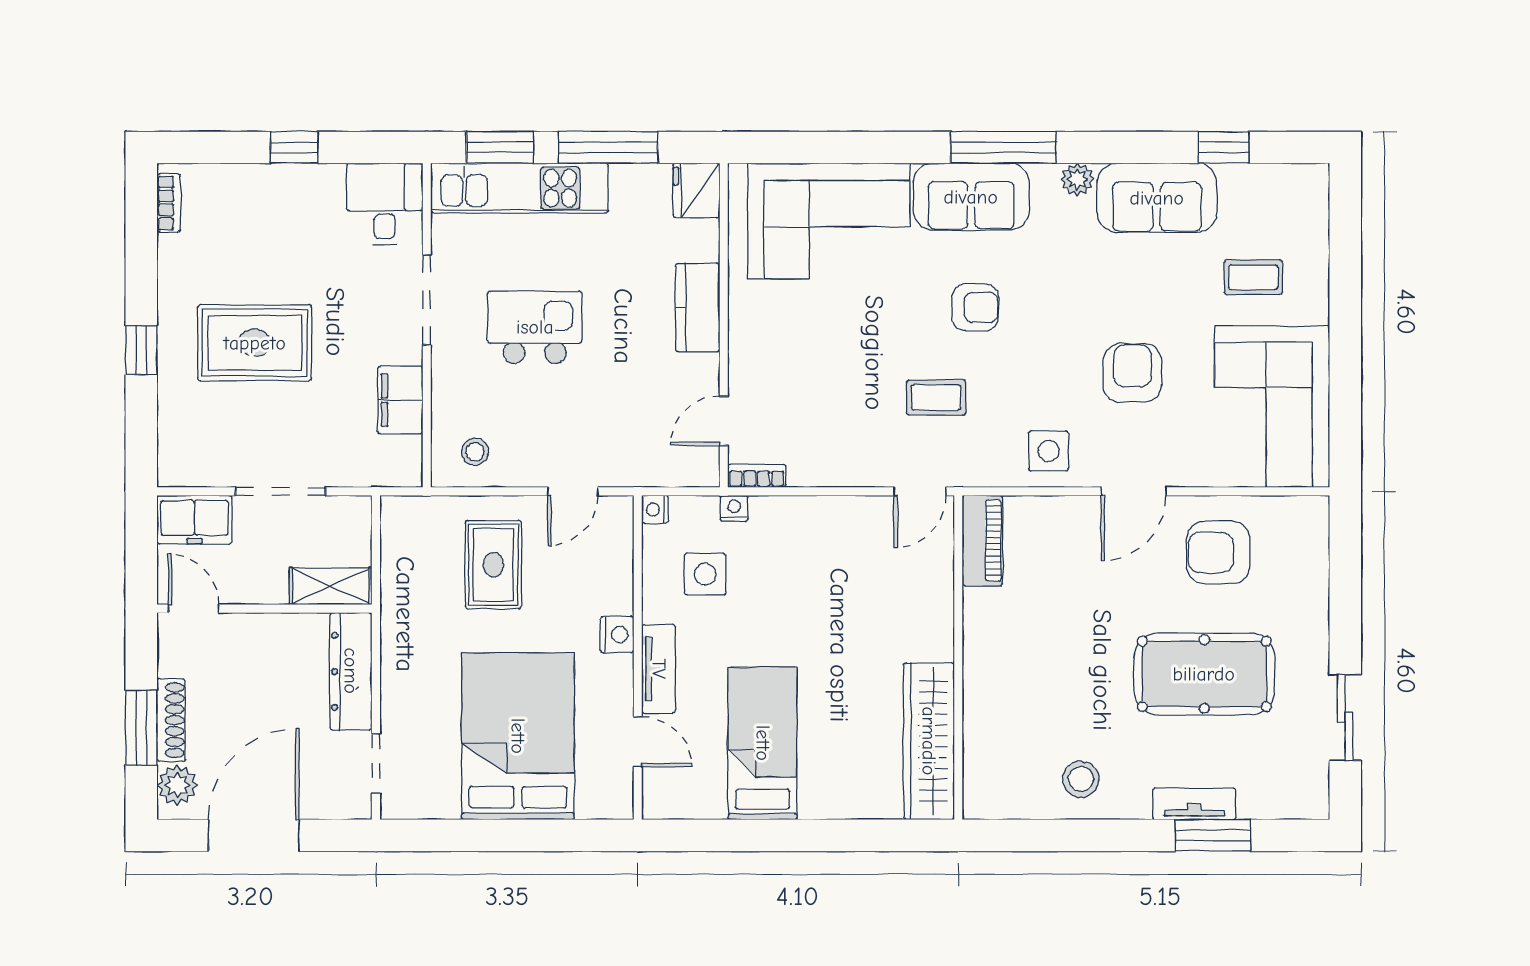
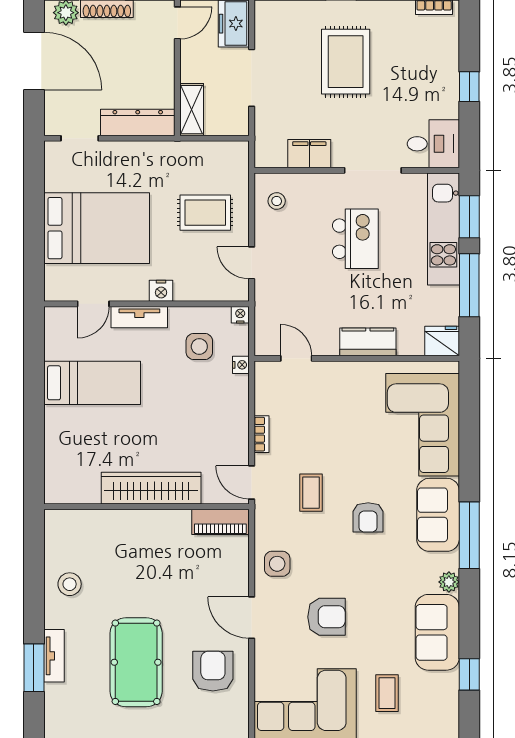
bookcase: (757, 476) -> (261, 434), moved
wardrobe: (929, 741) -> (151, 488), moved

